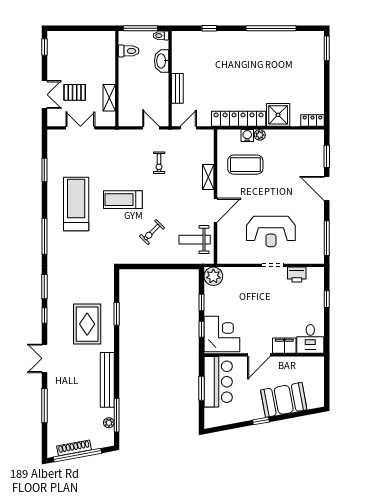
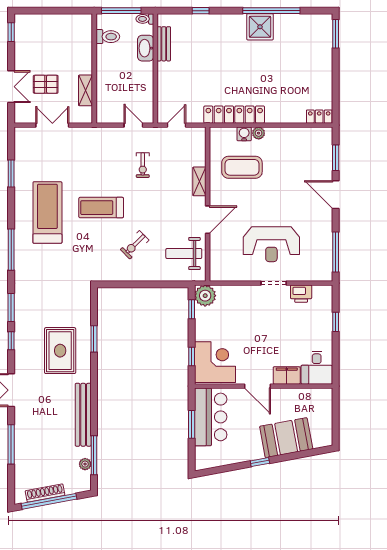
bench: (177, 88) -> (164, 44), moved
shower: (278, 115) -> (260, 27), moved
window: (201, 302) -> (192, 309), moved
door: (259, 355) -> (258, 386), hinge flipped

